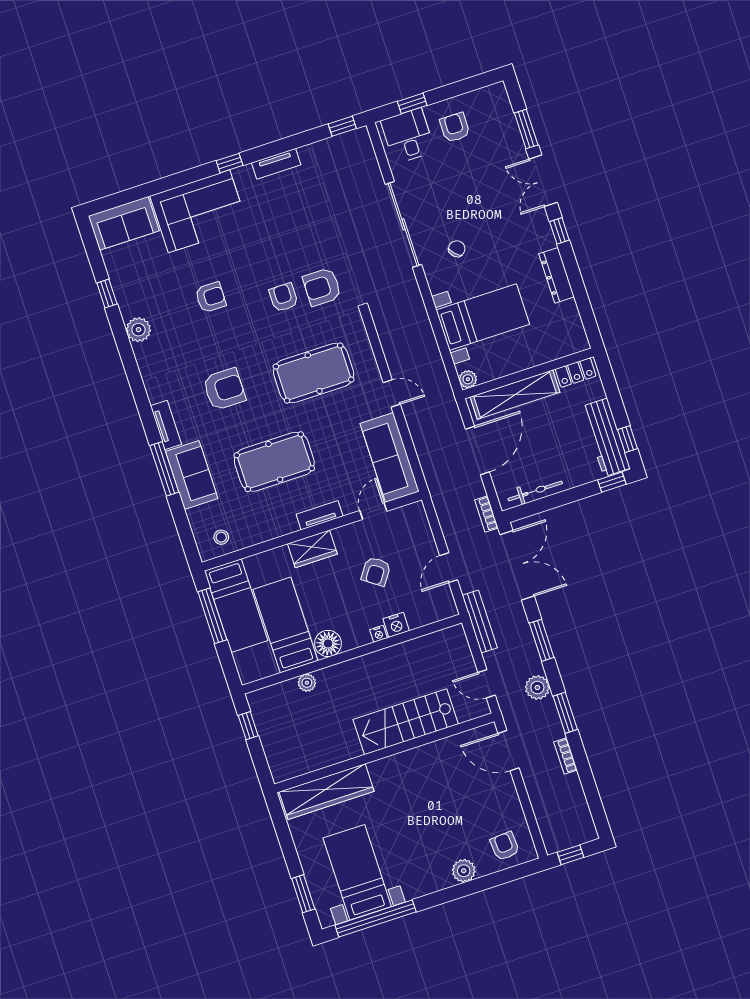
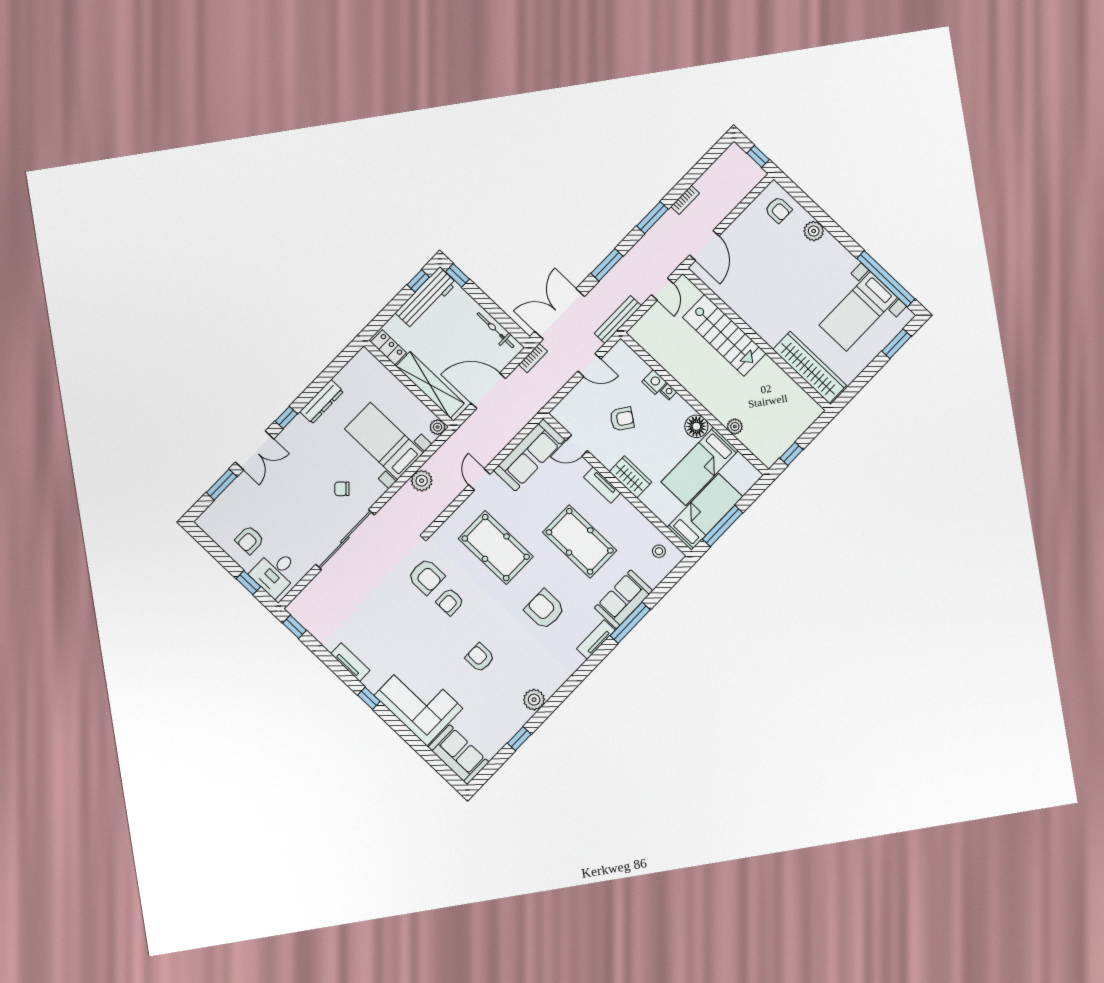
plant: (537, 687) -> (422, 481), moved
armchair: (505, 846) -> (778, 210), turned -86

